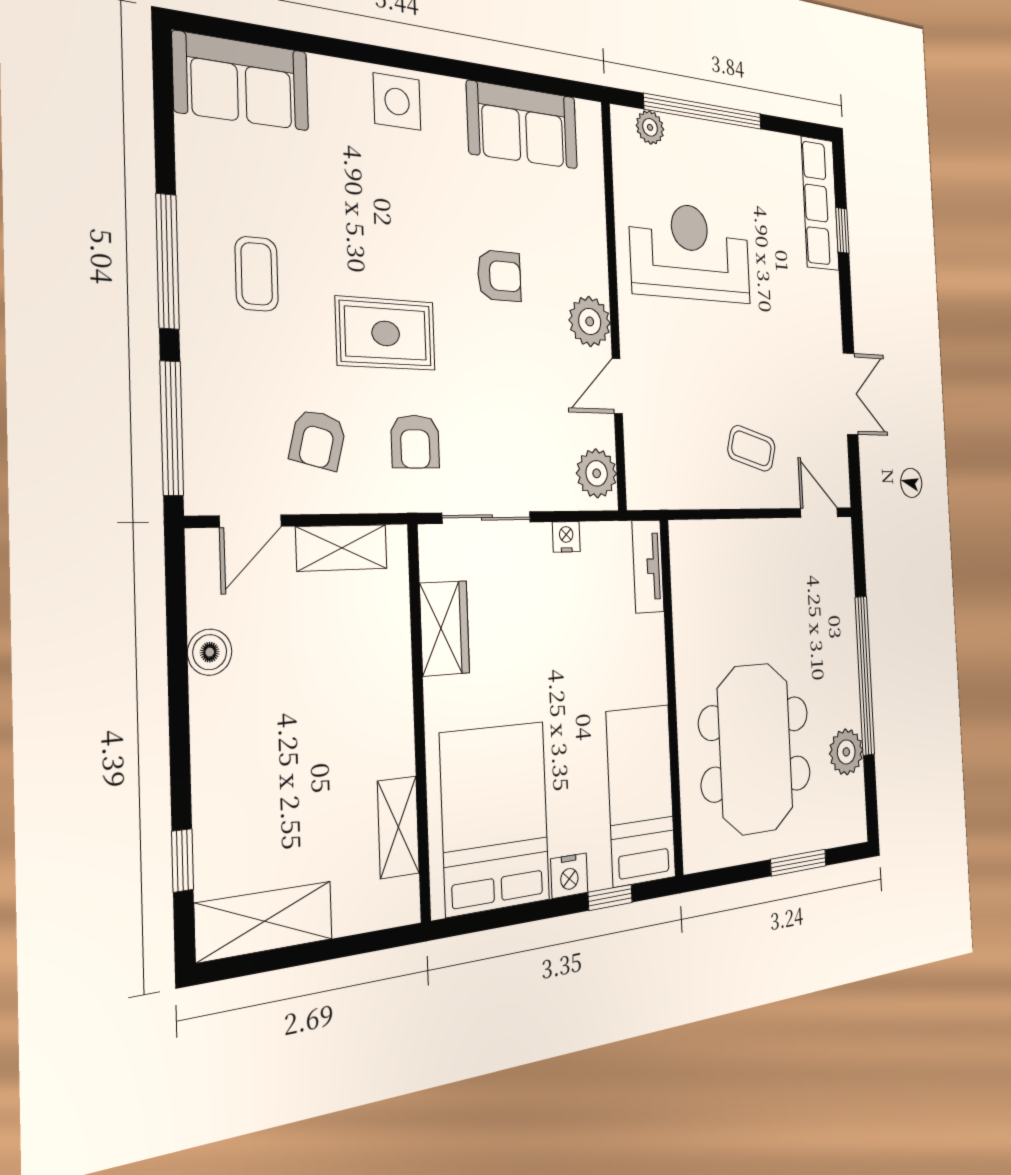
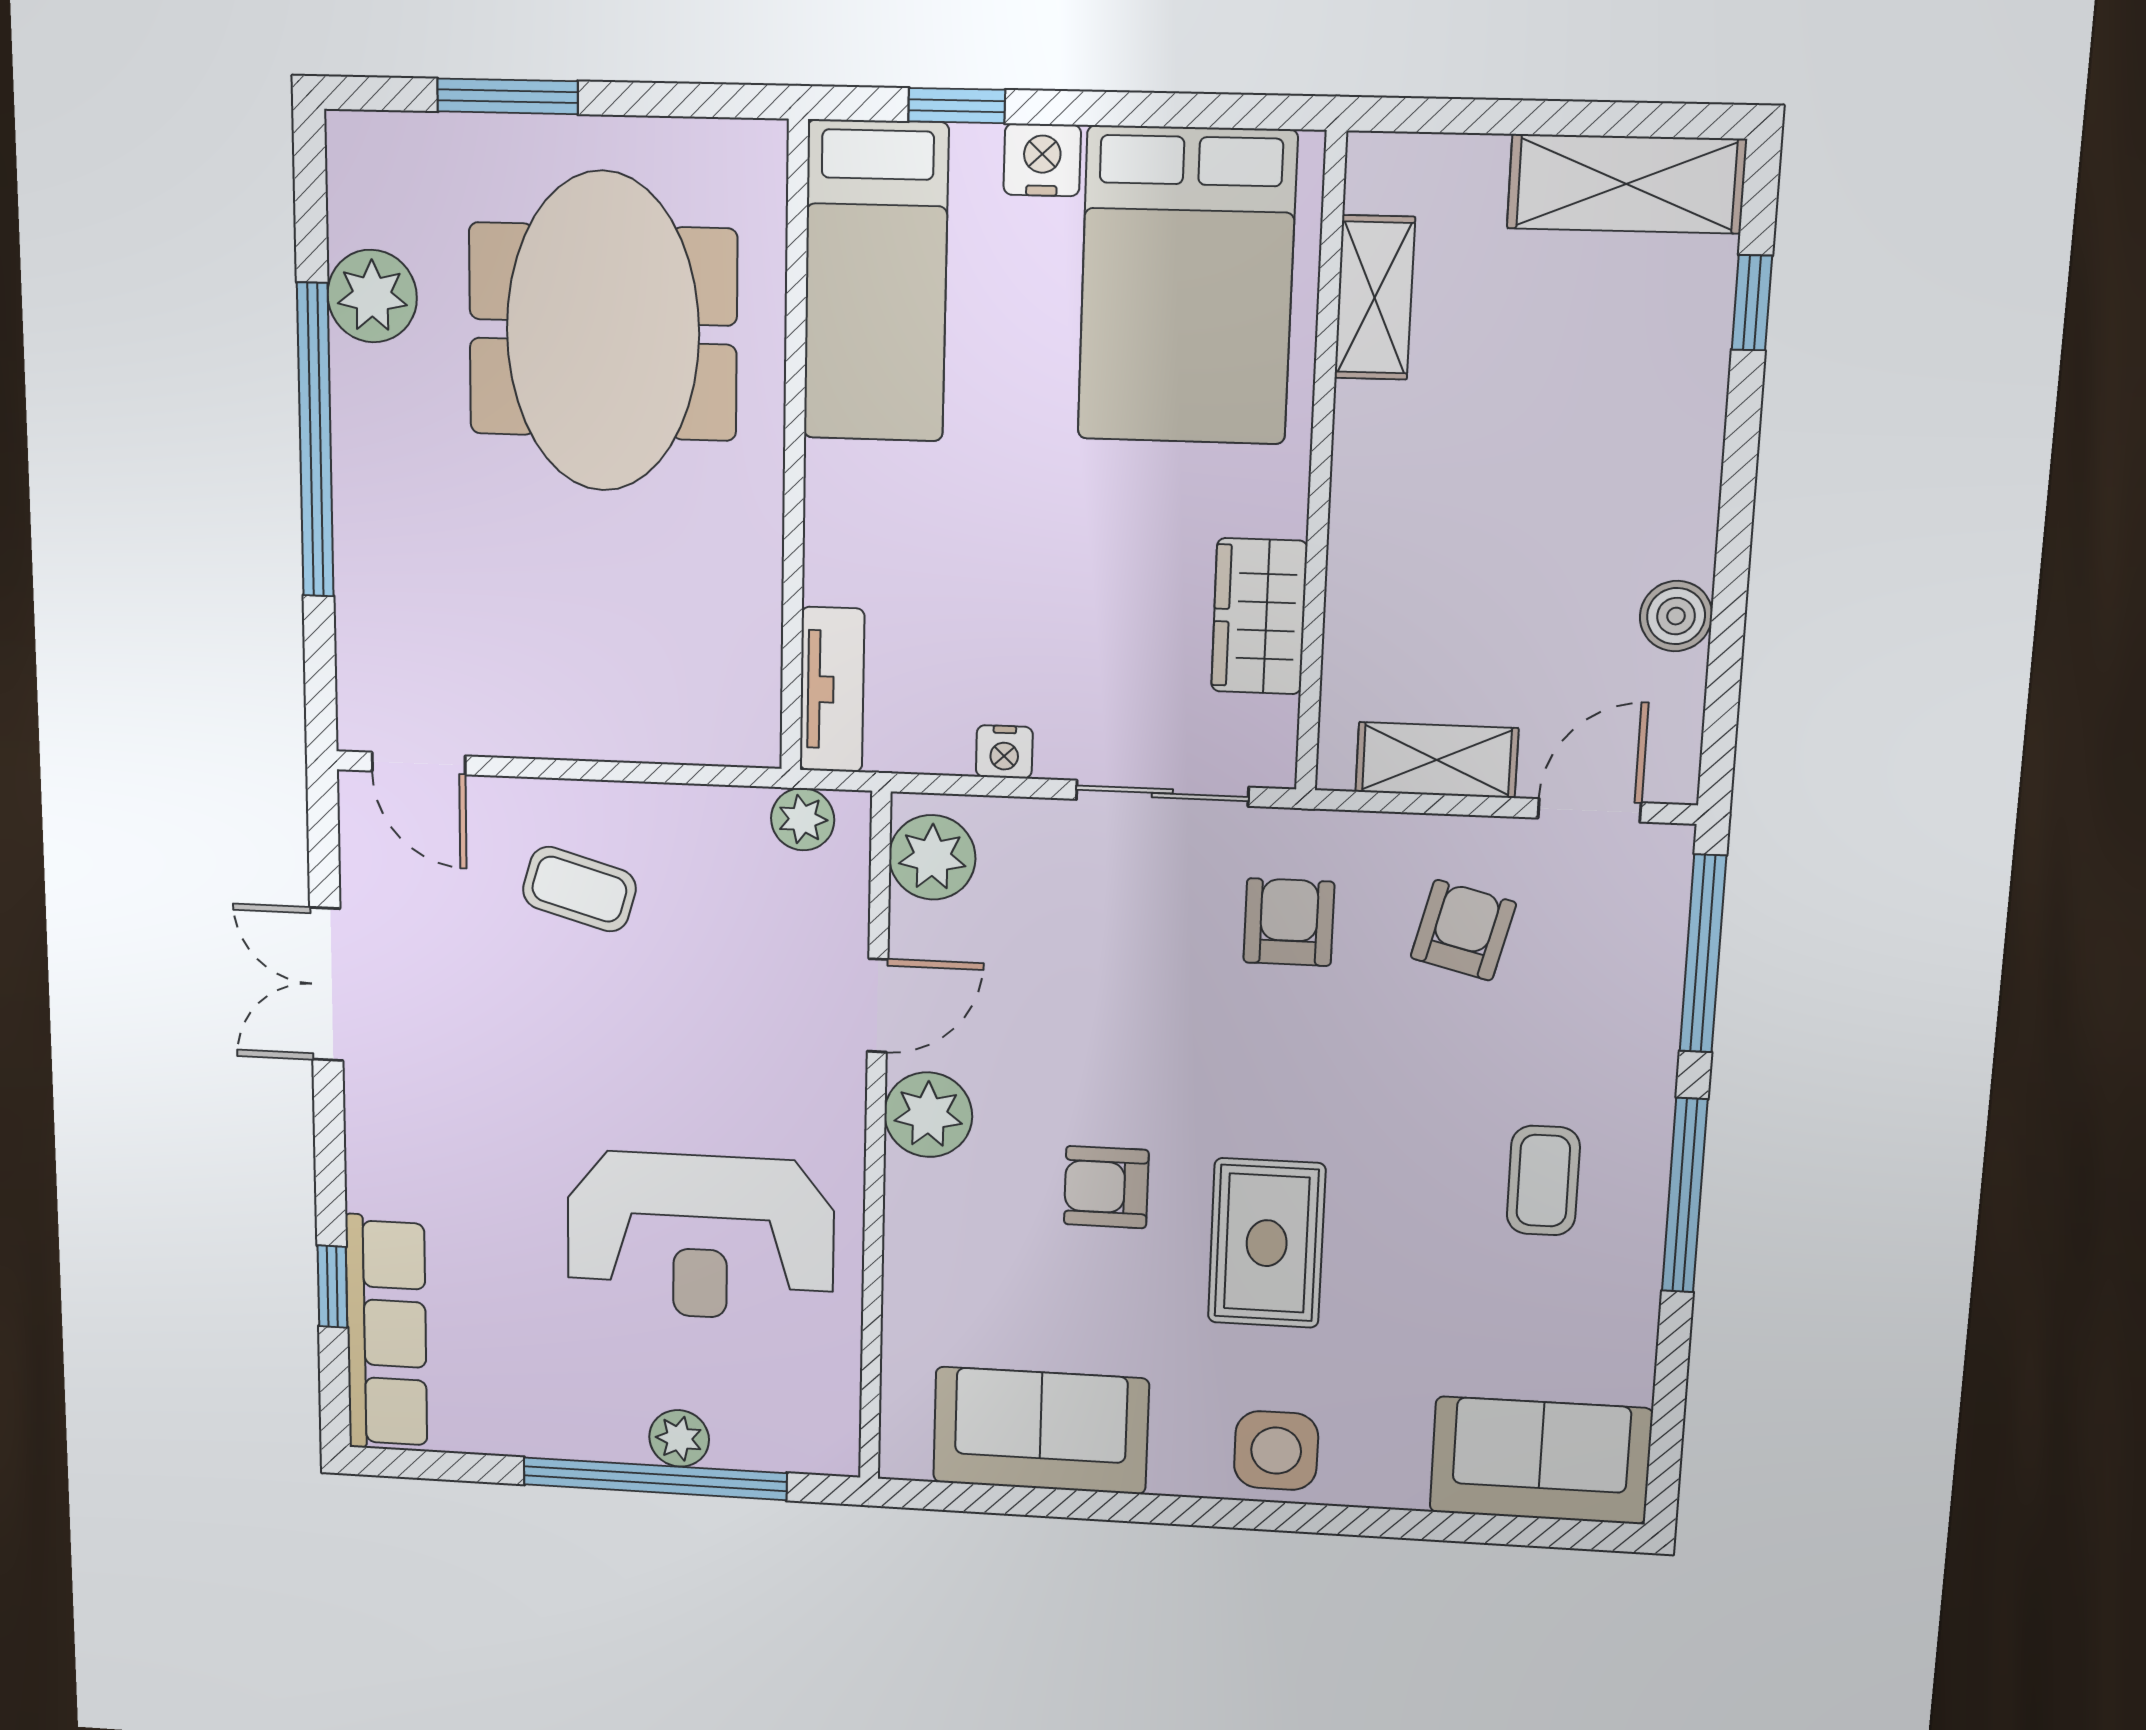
plant: (650, 127) -> (679, 1438), moved
rug: (386, 333) -> (1267, 1243), moved, turned 90
plant: (657, 492) -> (803, 819), added

